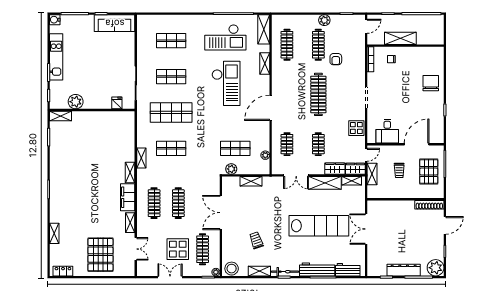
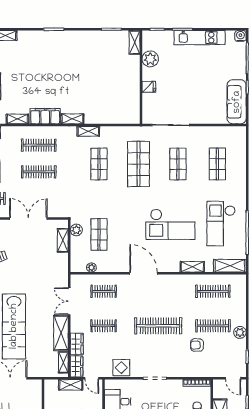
fridge: (117, 103) -> (149, 87), moved
shelving: (251, 181) -> (63, 240), moved

